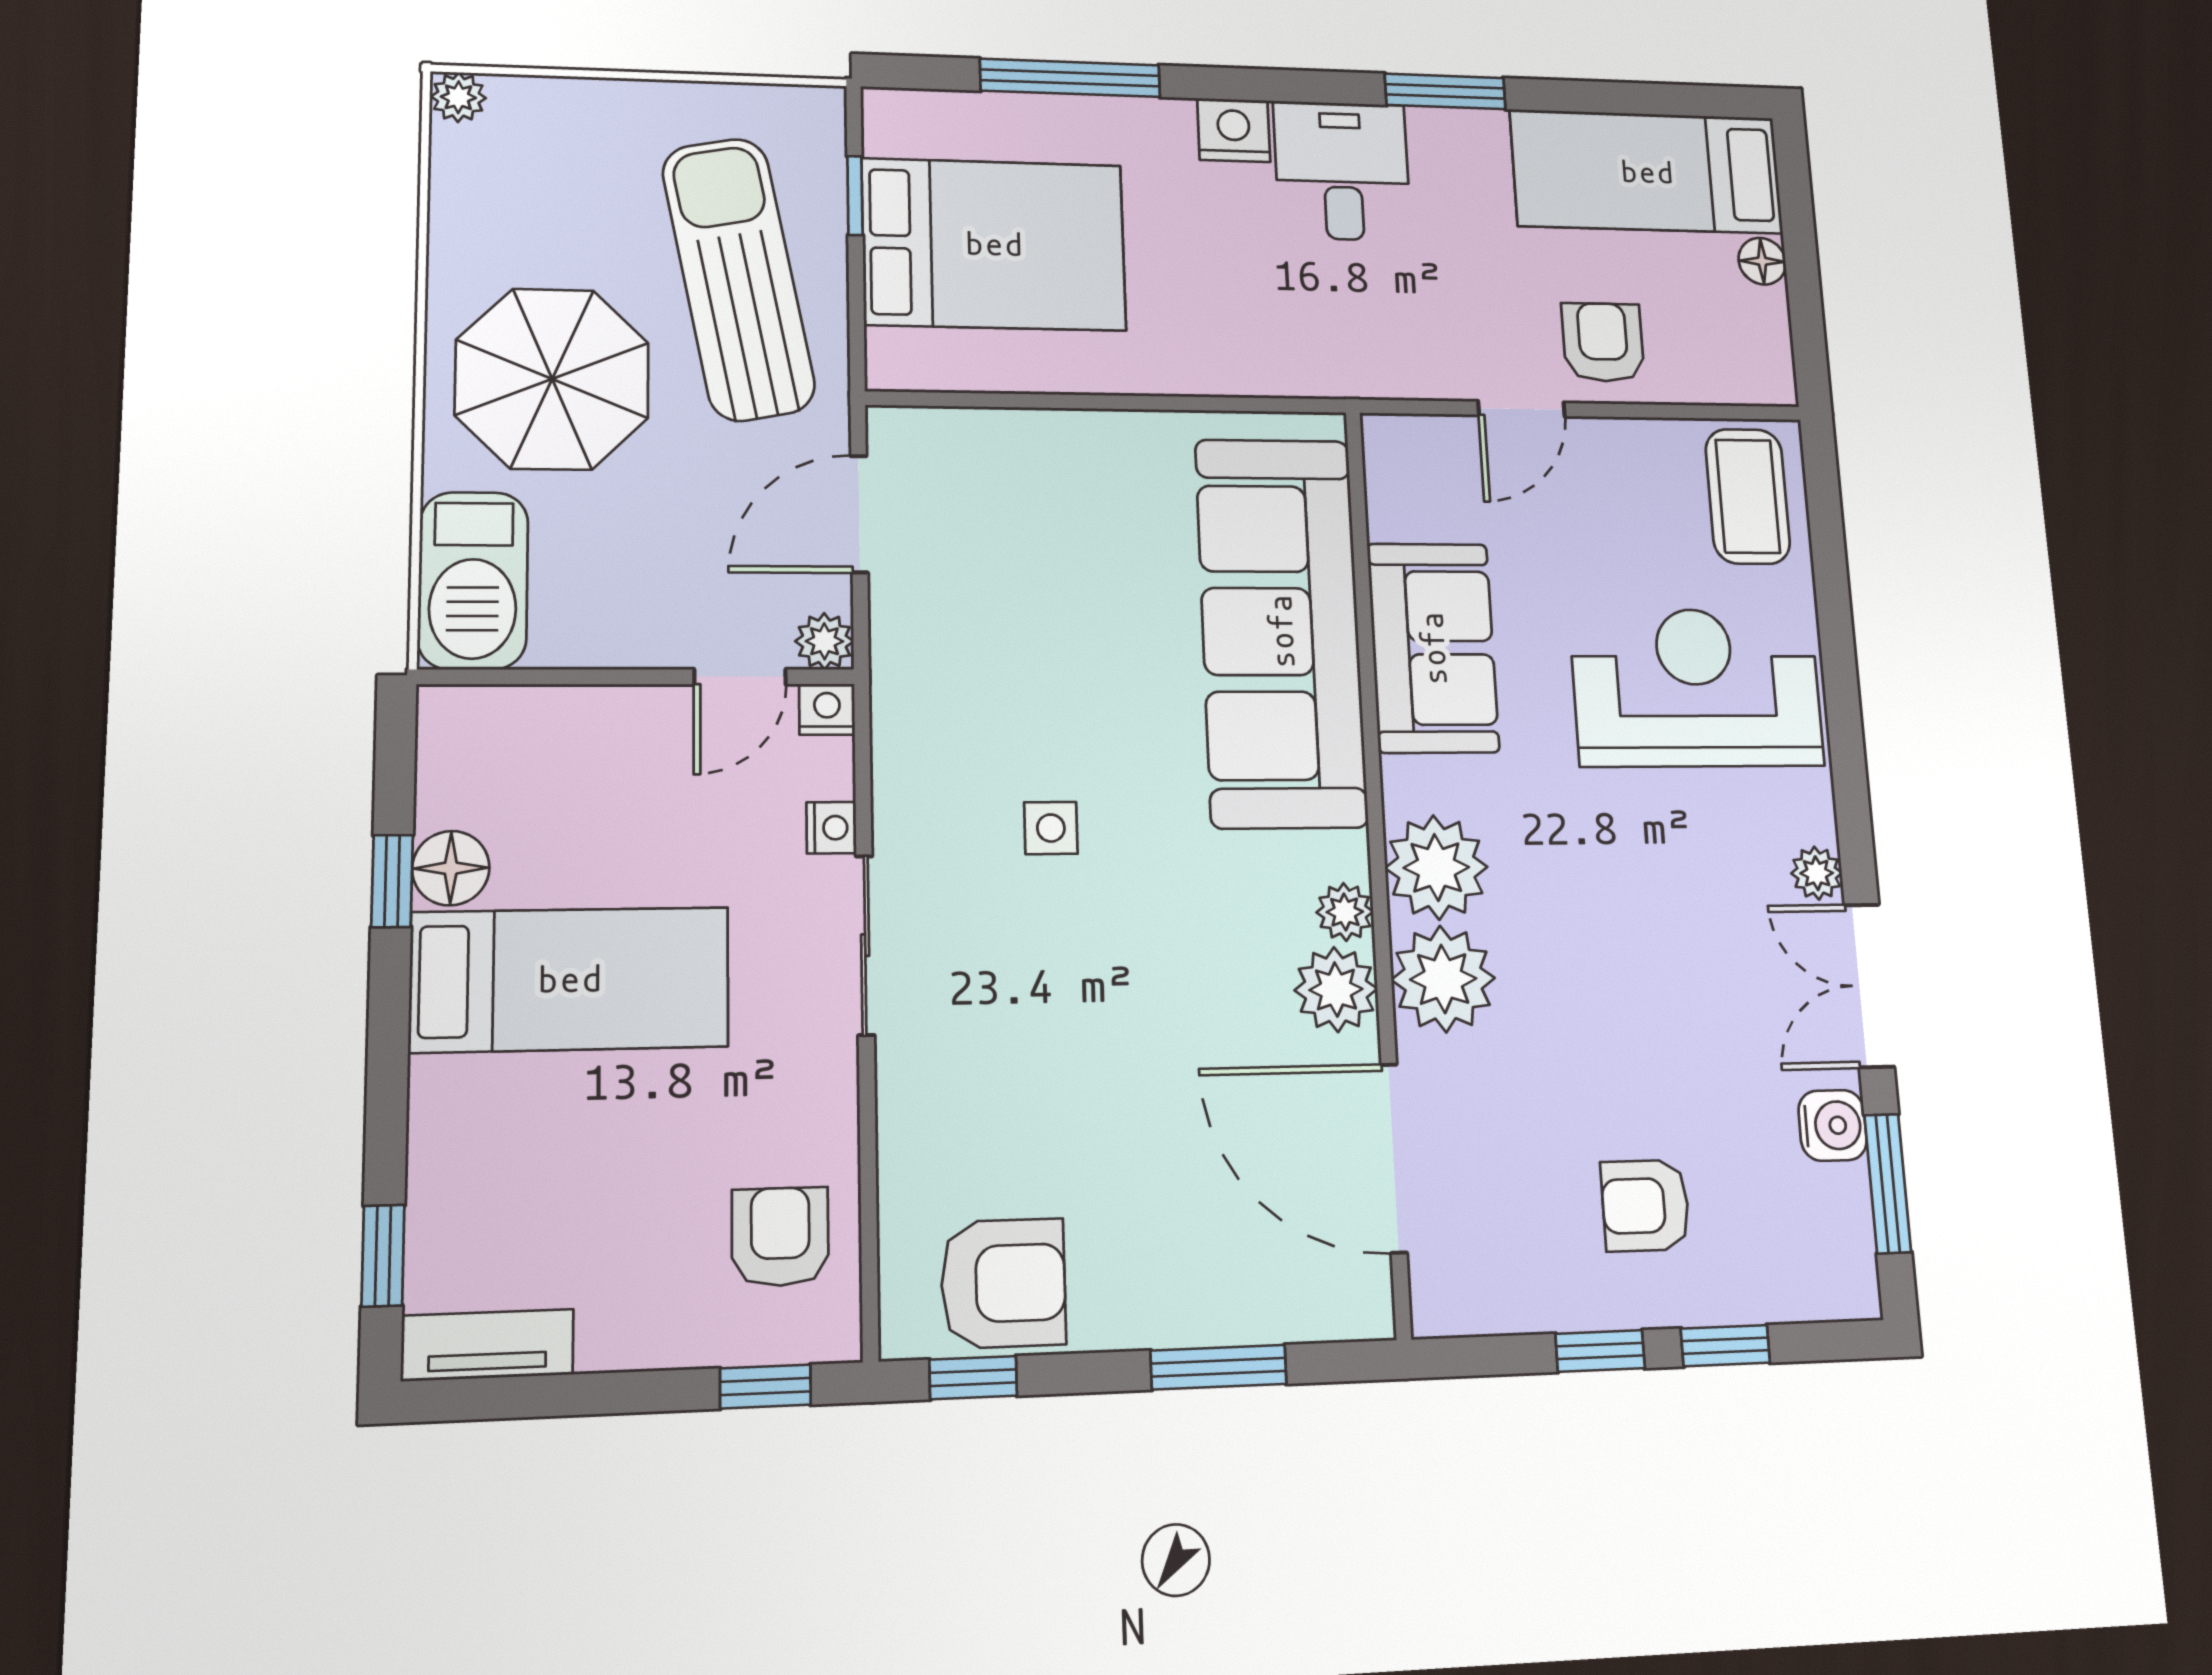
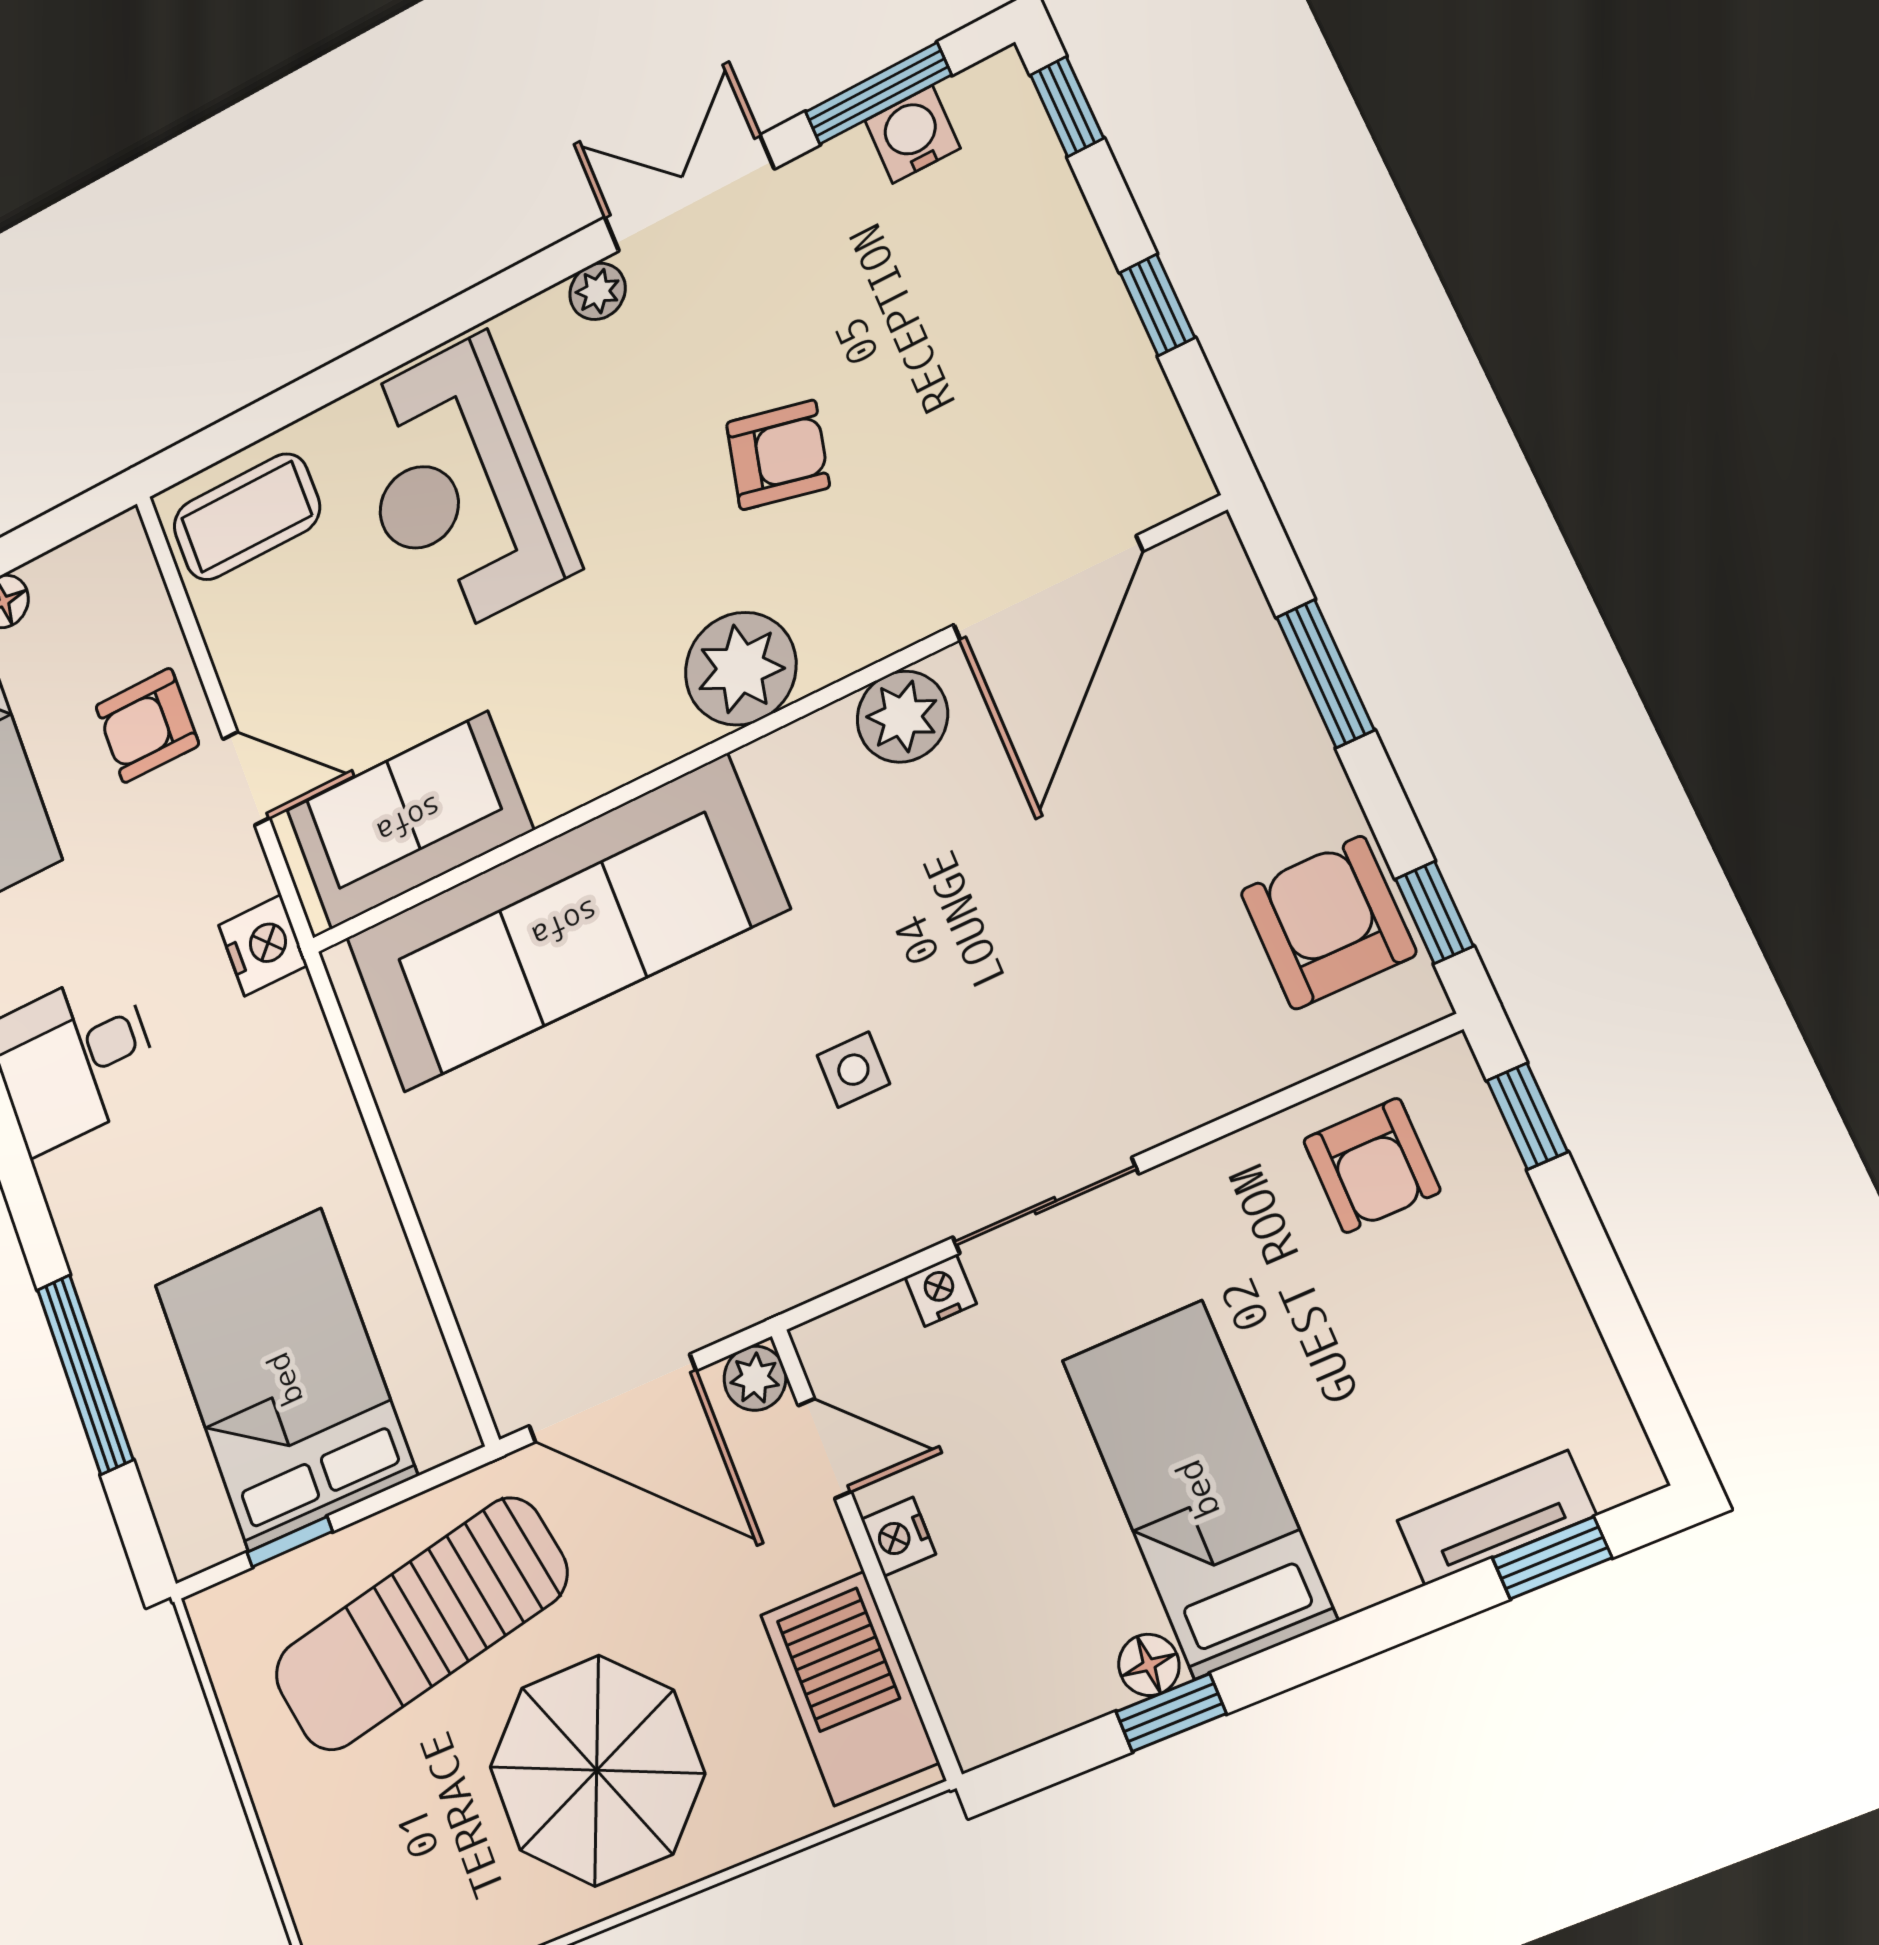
nightstand: (1234, 130) -> (263, 945), moved, turned 180
door: (859, 514) -> (612, 1398), width x1.36
barbecue: (473, 580) -> (849, 1688), moved, turned -90
sofa: (1433, 648) -> (409, 820), moved
nightstand: (827, 709) -> (898, 1537), moved
floor lamp: (451, 868) -> (1149, 1665), width x0.73, depth x0.73
plant: (1345, 912) -> (821, 741), removed
plant: (1443, 979) -> (850, 615), removed
double door: (1869, 986) -> (689, 193), swing flipped
water cooler: (1833, 1125) -> (912, 134), moved
armchair: (1645, 1205) -> (778, 455), moved, turned -77
armchair: (780, 1237) -> (1372, 1165), turned -90
tv unit: (488, 1345) -> (1496, 1518), moved, turned 90
window: (1725, 1346) -> (1067, 106), moved

